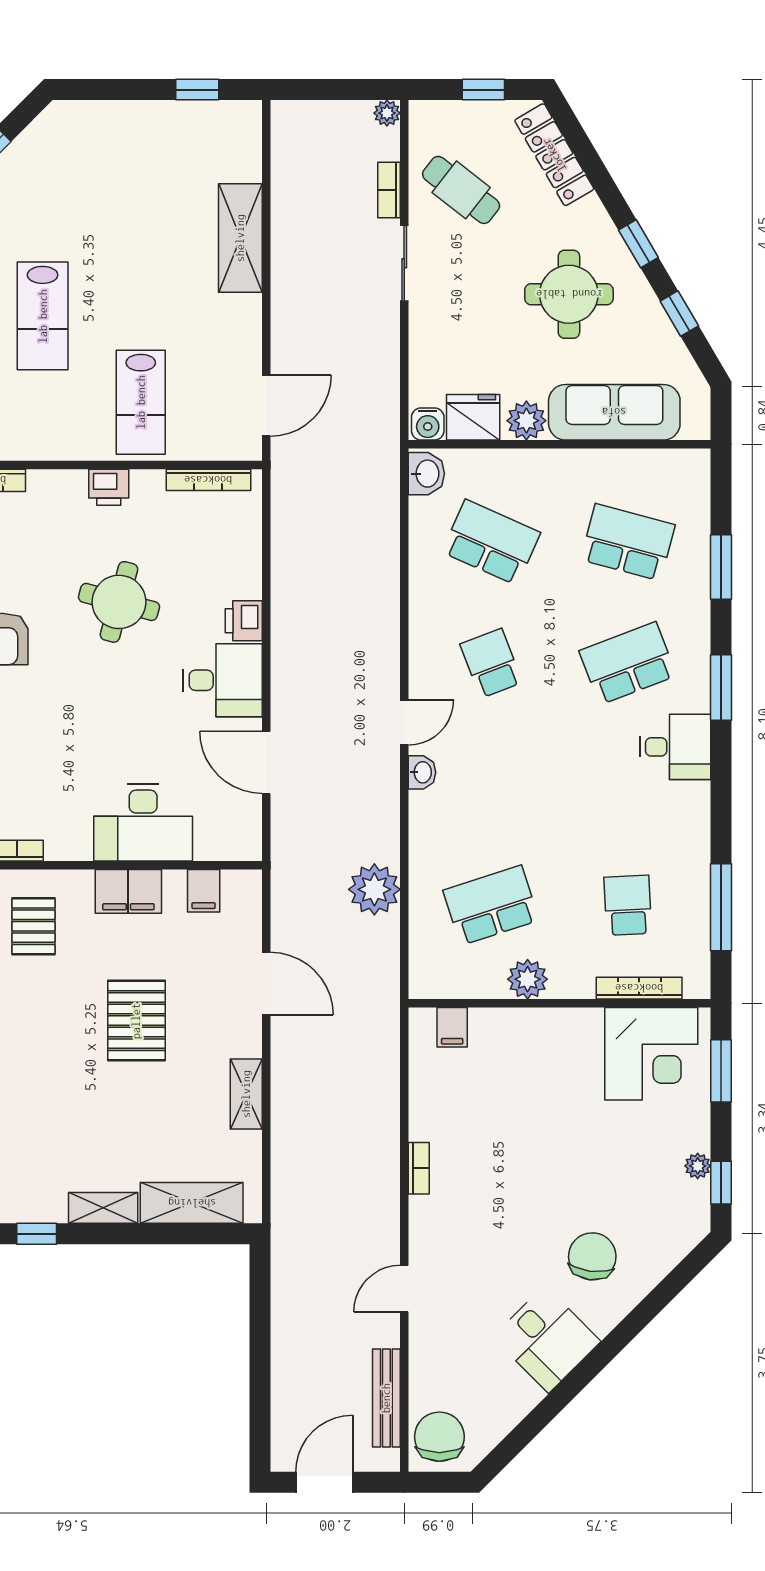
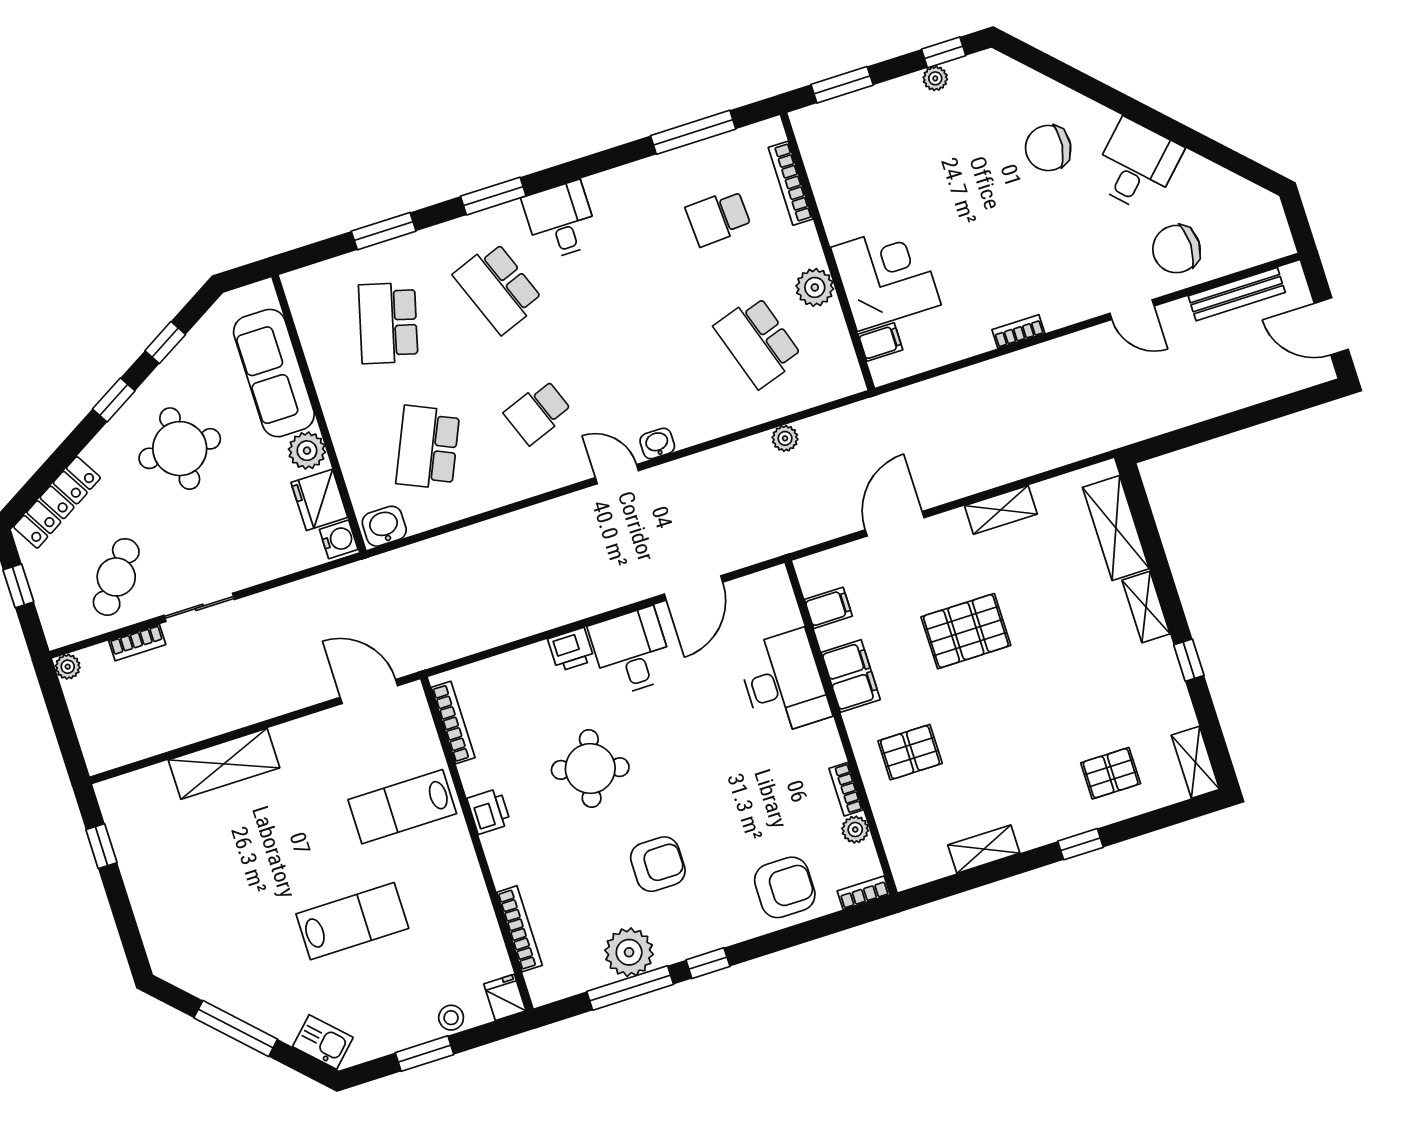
lab bench: (141, 402) -> (402, 807), turned 180
plant: (374, 889) -> (785, 438), width x0.53, depth x0.53
corner desk: (651, 1054) -> (886, 276), moved
chair: (439, 1437) -> (1176, 249), moved

